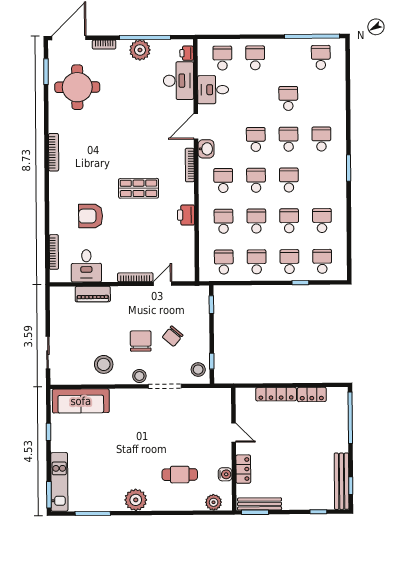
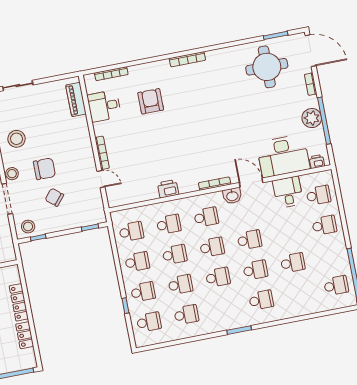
desk: (179, 81) -> (283, 156), width x1.36, depth x1.30
bookcase: (54, 152) -> (187, 59), moved
shop shelf: (139, 188) -> (184, 141), removed
piano: (93, 294) -> (76, 99), moved

